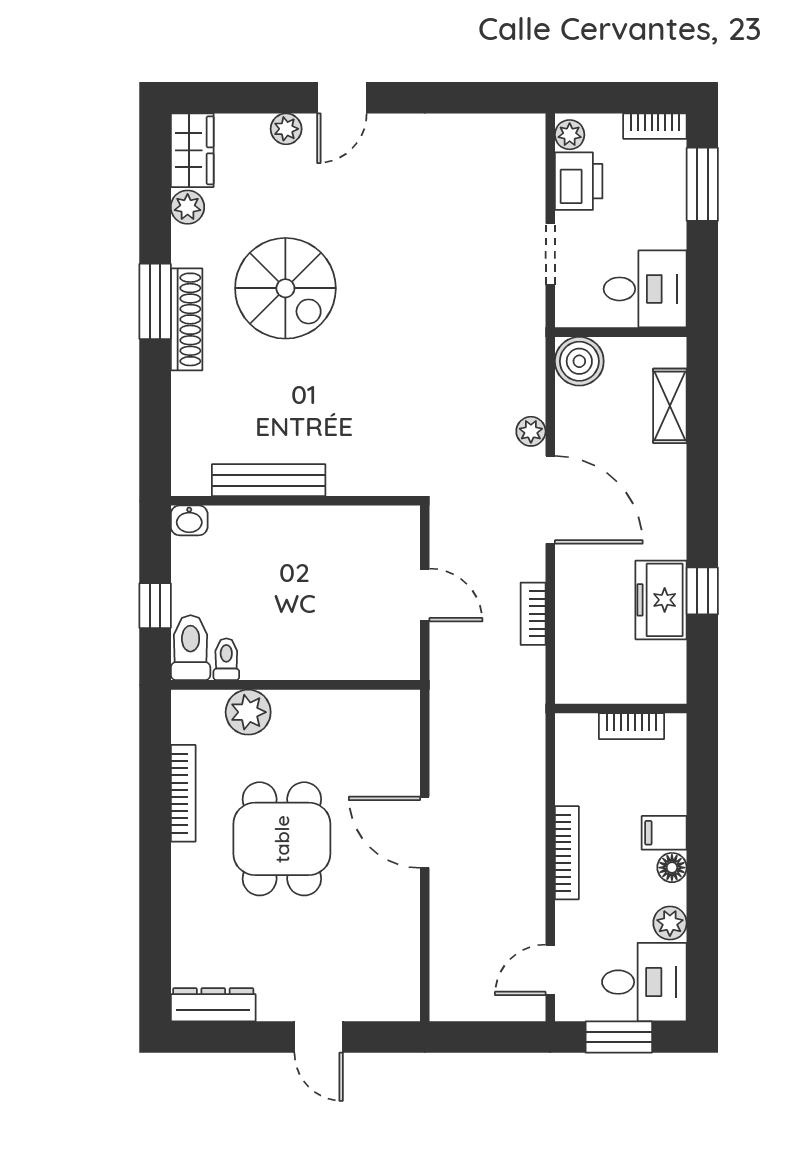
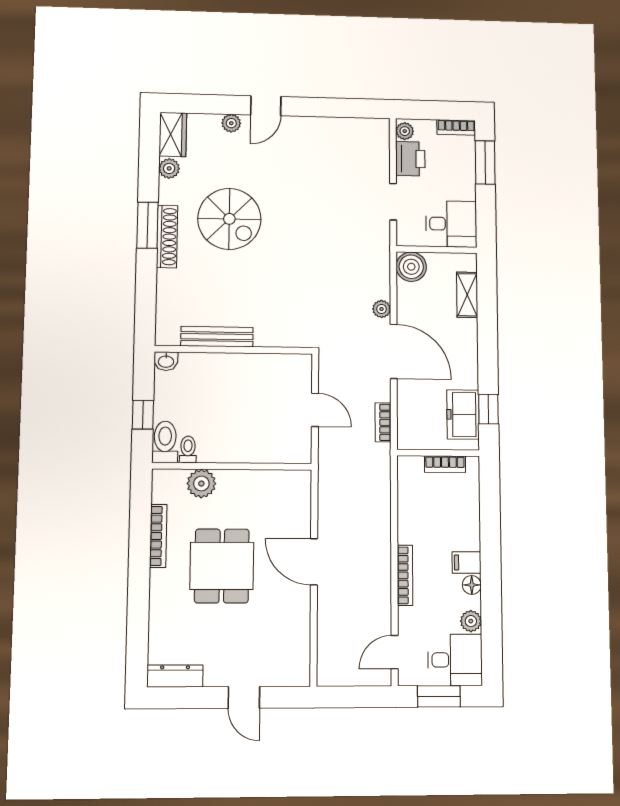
wall: (621, 708) -> (438, 453), moved
bookcase: (631, 726) -> (445, 464), moved

